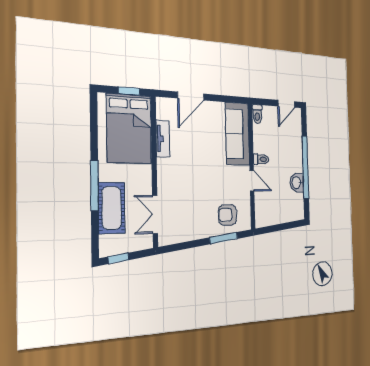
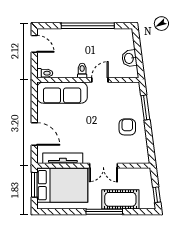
window: (129, 91) -> (34, 185), width x1.50
tv unit: (163, 139) -> (63, 158), width x1.41
washbasin: (297, 183) -> (129, 58), moved, turned 83
double door: (155, 214) -> (103, 166), moved
armchair: (228, 215) -> (127, 127), moved, turned 180

